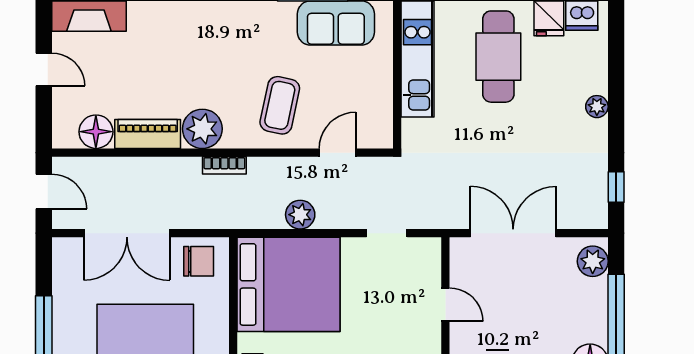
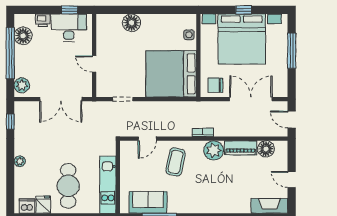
plant: (300, 215) -> (166, 108), removed

